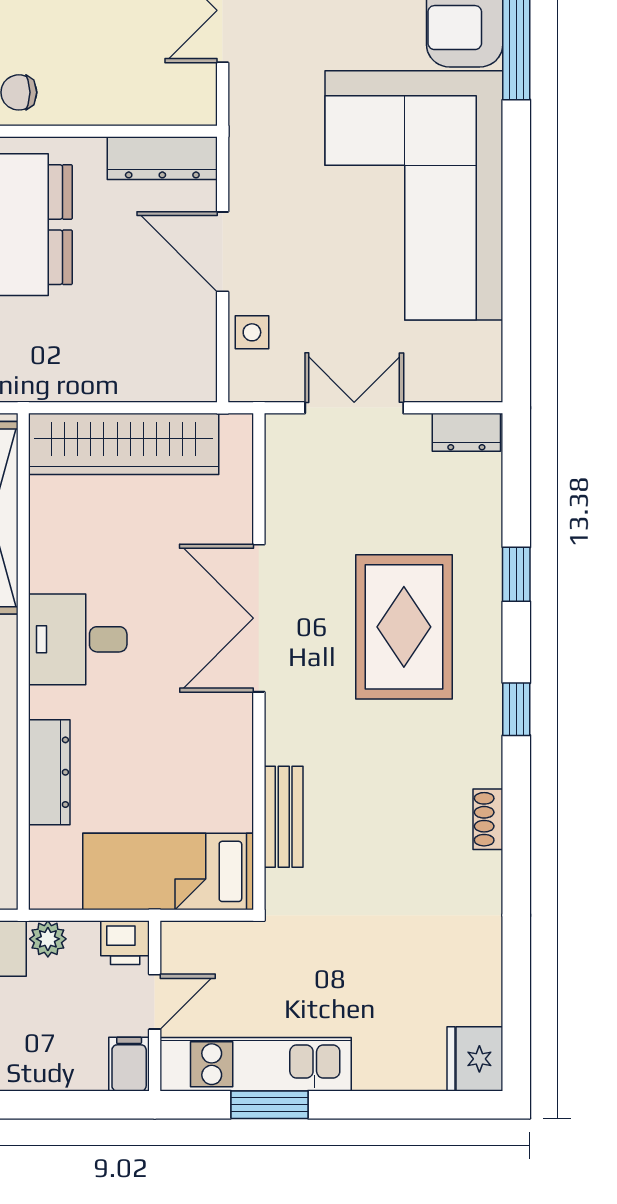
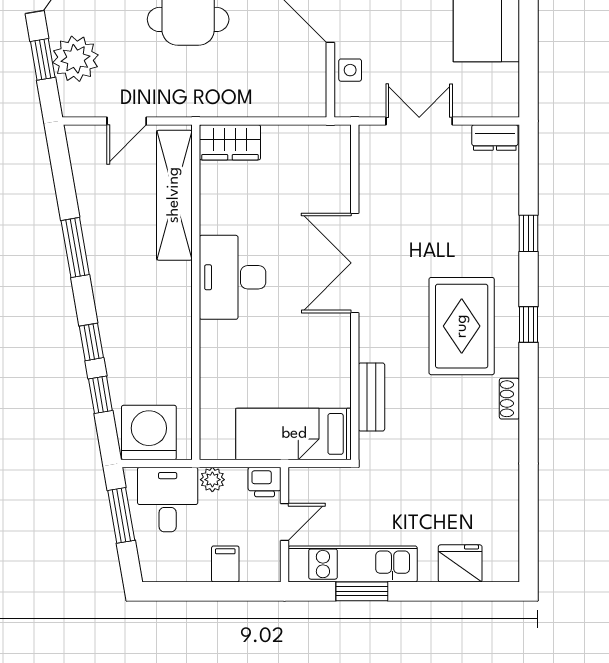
wardrobe: (124, 444) -> (230, 142), width x0.48, depth x0.85
rug: (404, 627) -> (462, 326), moved
desk: (78, 639) -> (233, 277), width x1.37
dresser: (49, 772) -> (213, 367), removed
fridge: (475, 1059) -> (460, 563), moved, turned 90
filing cabinet: (129, 1064) -> (225, 564), moved

